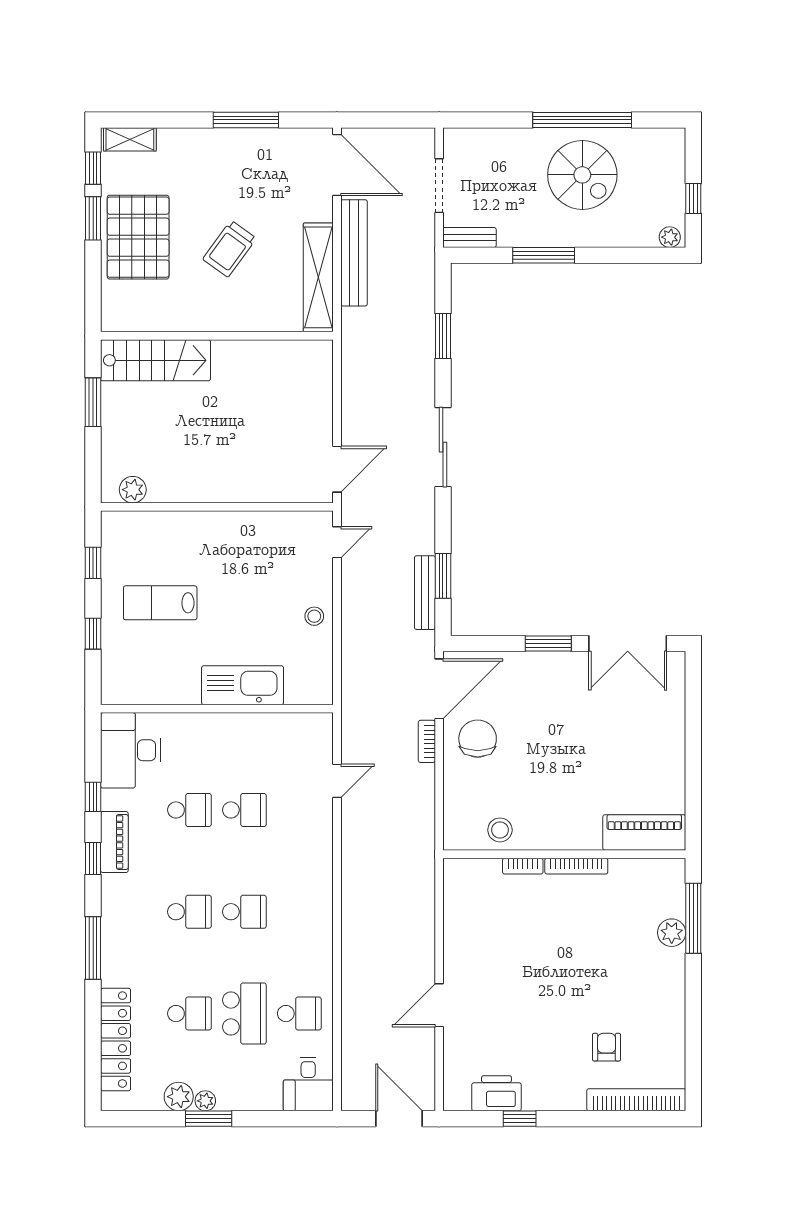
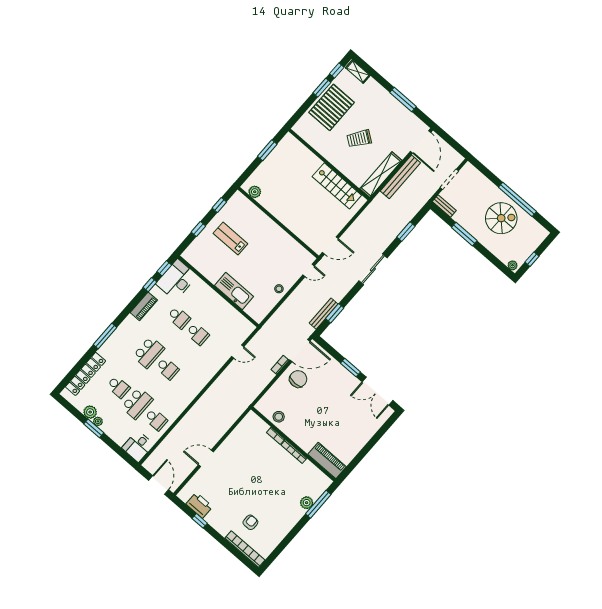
spiral stairs: (582, 175) -> (501, 218), turned -90
stairs: (156, 360) -> (337, 186), moved
window: (93, 858) -> (164, 268), moved
school desk: (189, 912) -> (149, 352), width x1.85

